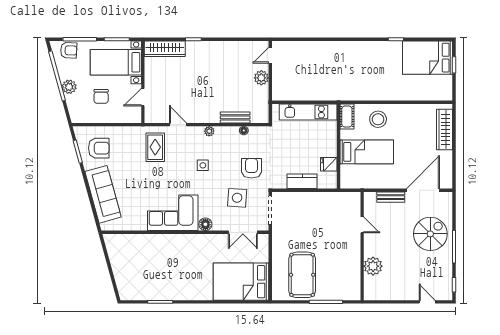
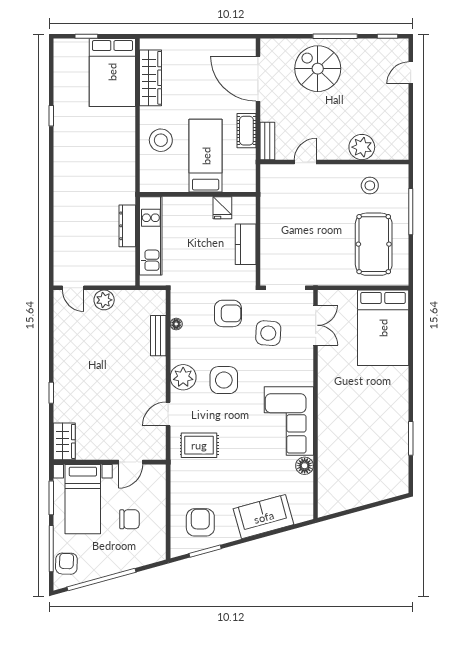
wardrobe: (165, 49) -> (64, 441), width x0.67
bed: (428, 58) -> (112, 72), moved
plant: (69, 87) -> (116, 563), removed
dresser: (315, 95) -> (127, 226), added
door: (143, 97) -> (131, 462), hinge flipped
cot: (347, 117) -> (246, 131), moved, turned 90
wardrobe: (445, 129) -> (151, 78), moved, turned -90
plant: (209, 131) -> (183, 377), width x1.87, depth x1.87
side table: (203, 165) -> (224, 380), width x1.87, depth x1.87
armchair: (251, 168) -> (228, 313), turned 180
sofa: (103, 194) -> (264, 517), width x0.73
bench: (391, 197) -> (267, 141), moved
floor lamp: (205, 224) -> (305, 466), moved
stool: (345, 272) -> (370, 186), added
pool table: (302, 275) -> (374, 244), turned 90

